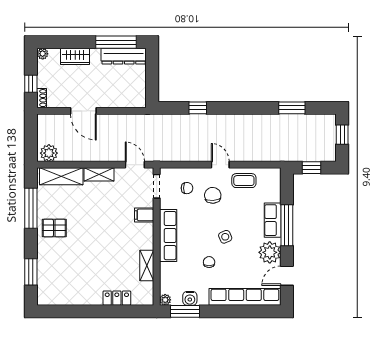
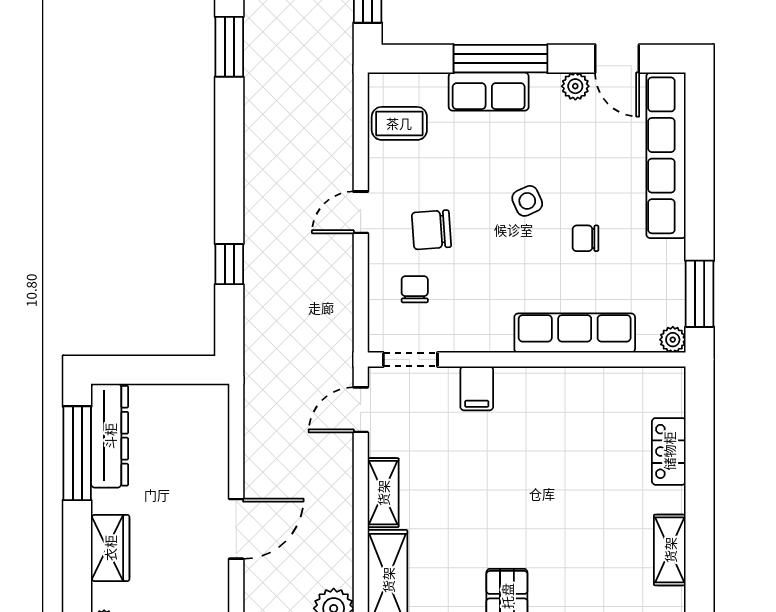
coffee table: (244, 181) -> (399, 123), moved, turned 90
row of seats: (168, 236) -> (575, 333), moved
plant: (270, 252) -> (575, 86), width x0.53, depth x0.53
shelving: (147, 265) -> (670, 550), moved, turned 90
water cooler: (190, 298) -> (670, 283), removed

